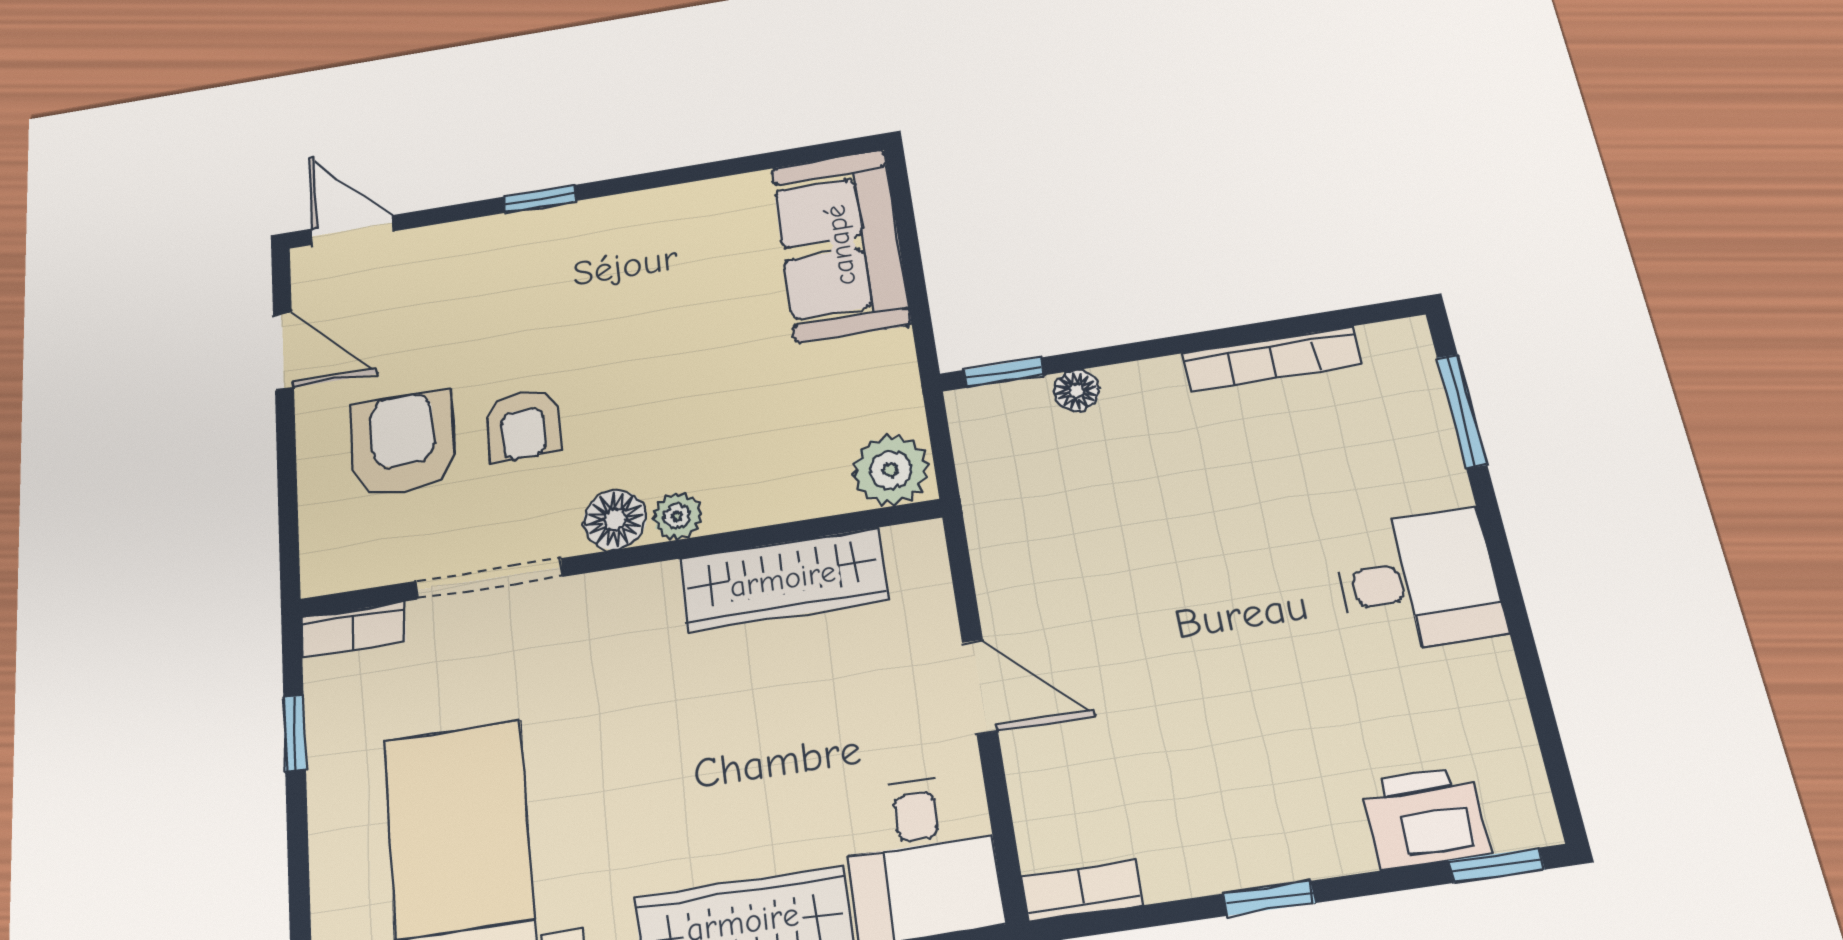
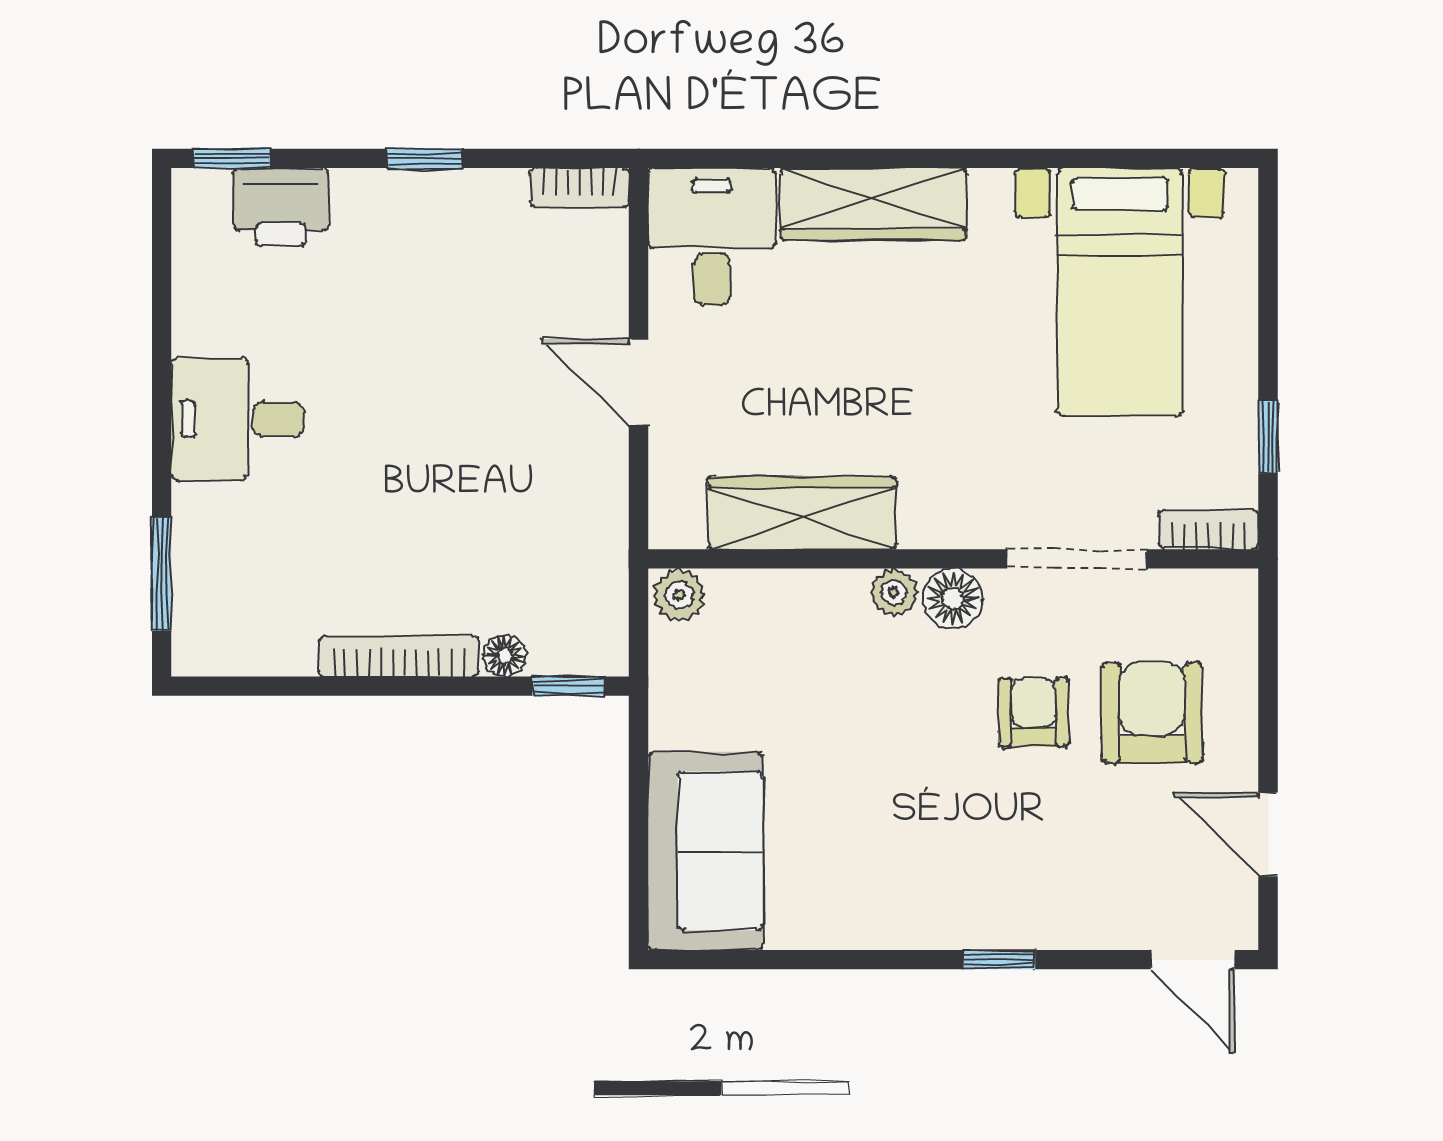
bookcase: (1272, 359) -> (399, 656), moved
armchair: (403, 443) -> (1152, 713), turned 180
plant: (891, 470) -> (679, 595), width x0.73, depth x0.73

